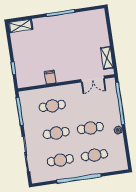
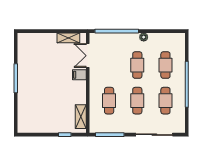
shelving: (20, 26) -> (81, 117), moved
filing cabinet: (50, 77) -> (79, 75), moved
double door: (93, 79) -> (88, 56), swing flipped

